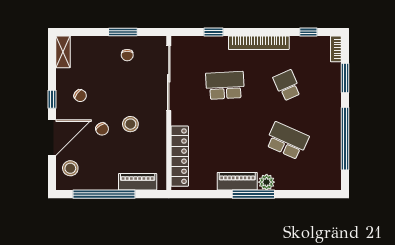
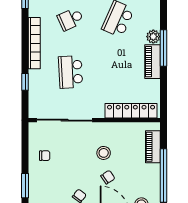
window: (123, 32) -> (25, 186), moved

